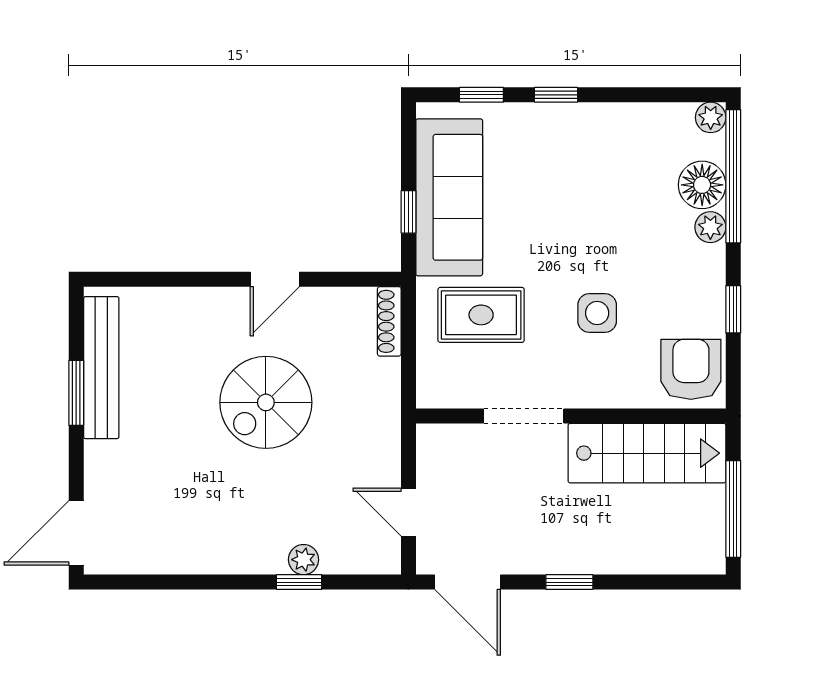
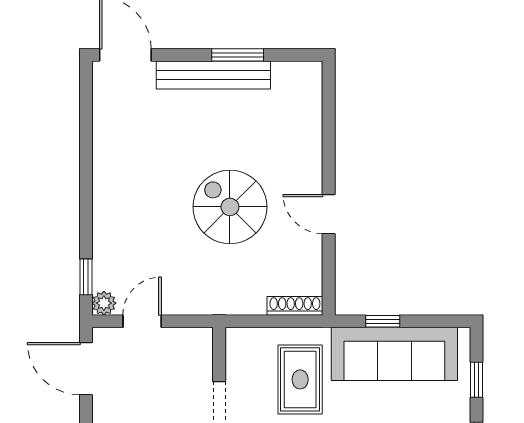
bench: (101, 368) -> (213, 75), moved
plant: (304, 560) -> (104, 303), moved
window: (299, 582) -> (86, 277), moved
door: (468, 582) -> (86, 369), hinge flipped

